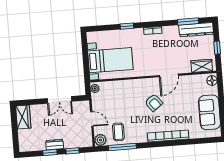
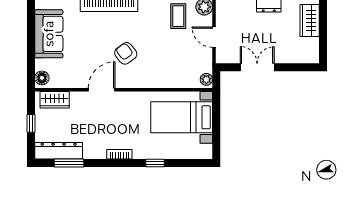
wardrobe: (23, 117) -> (310, 21), moved

